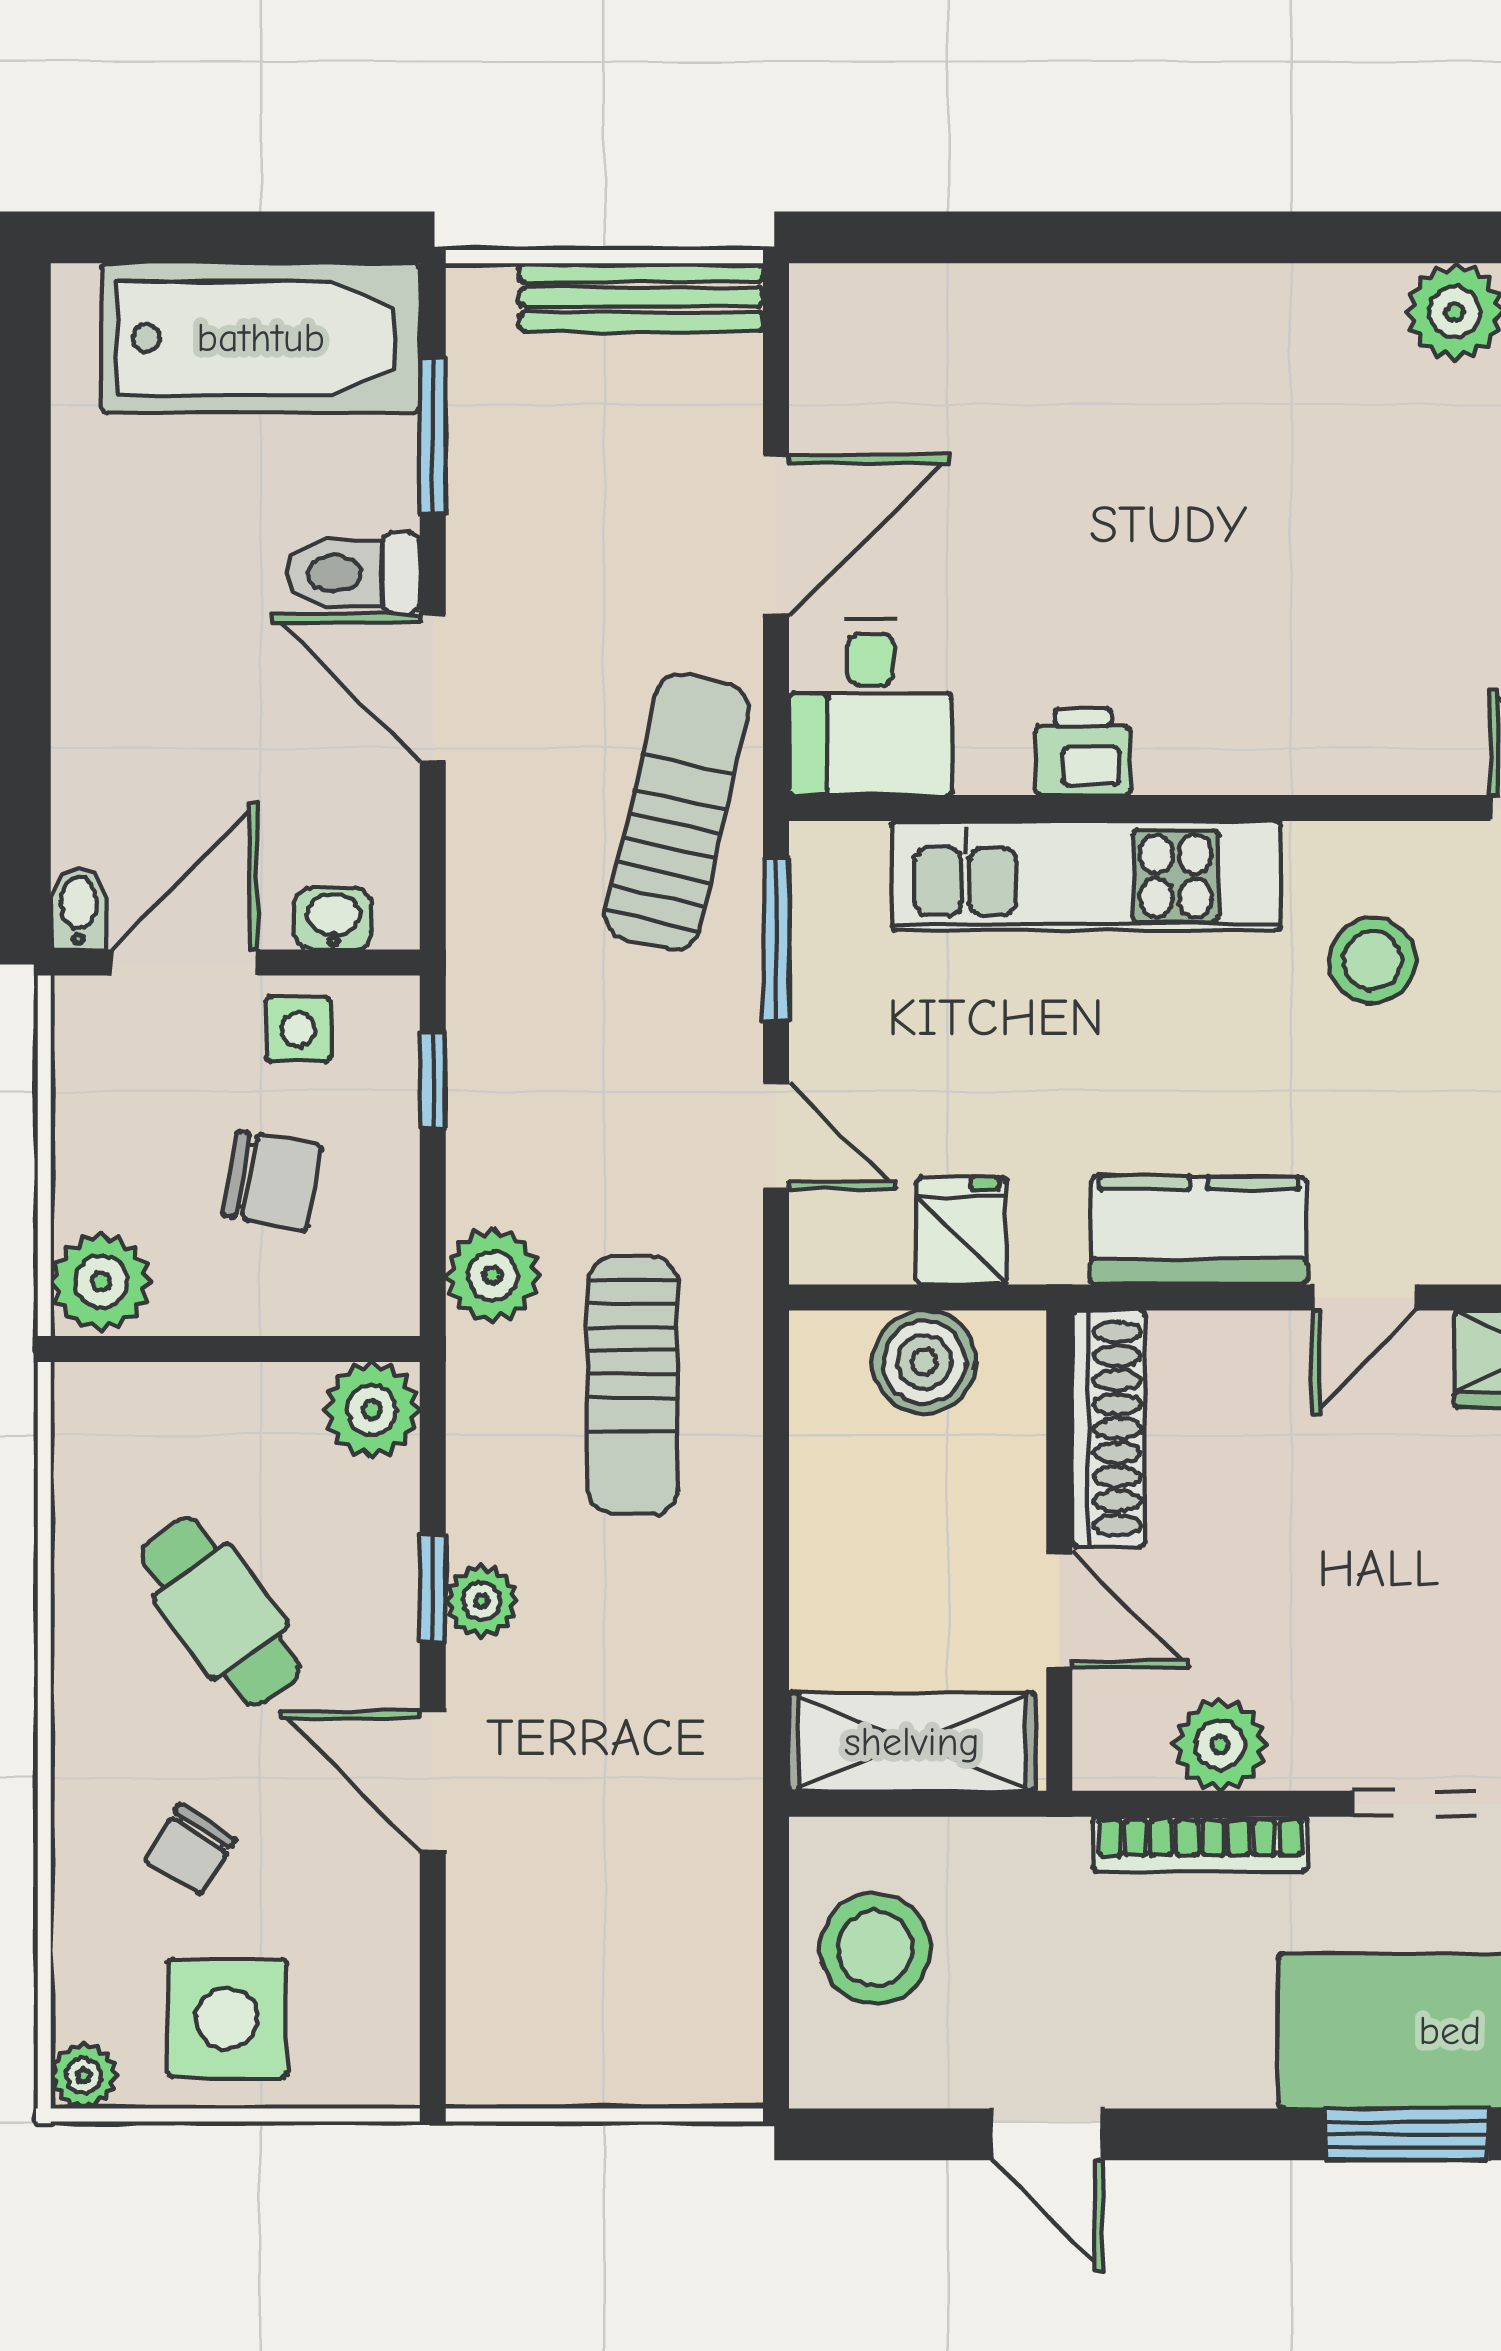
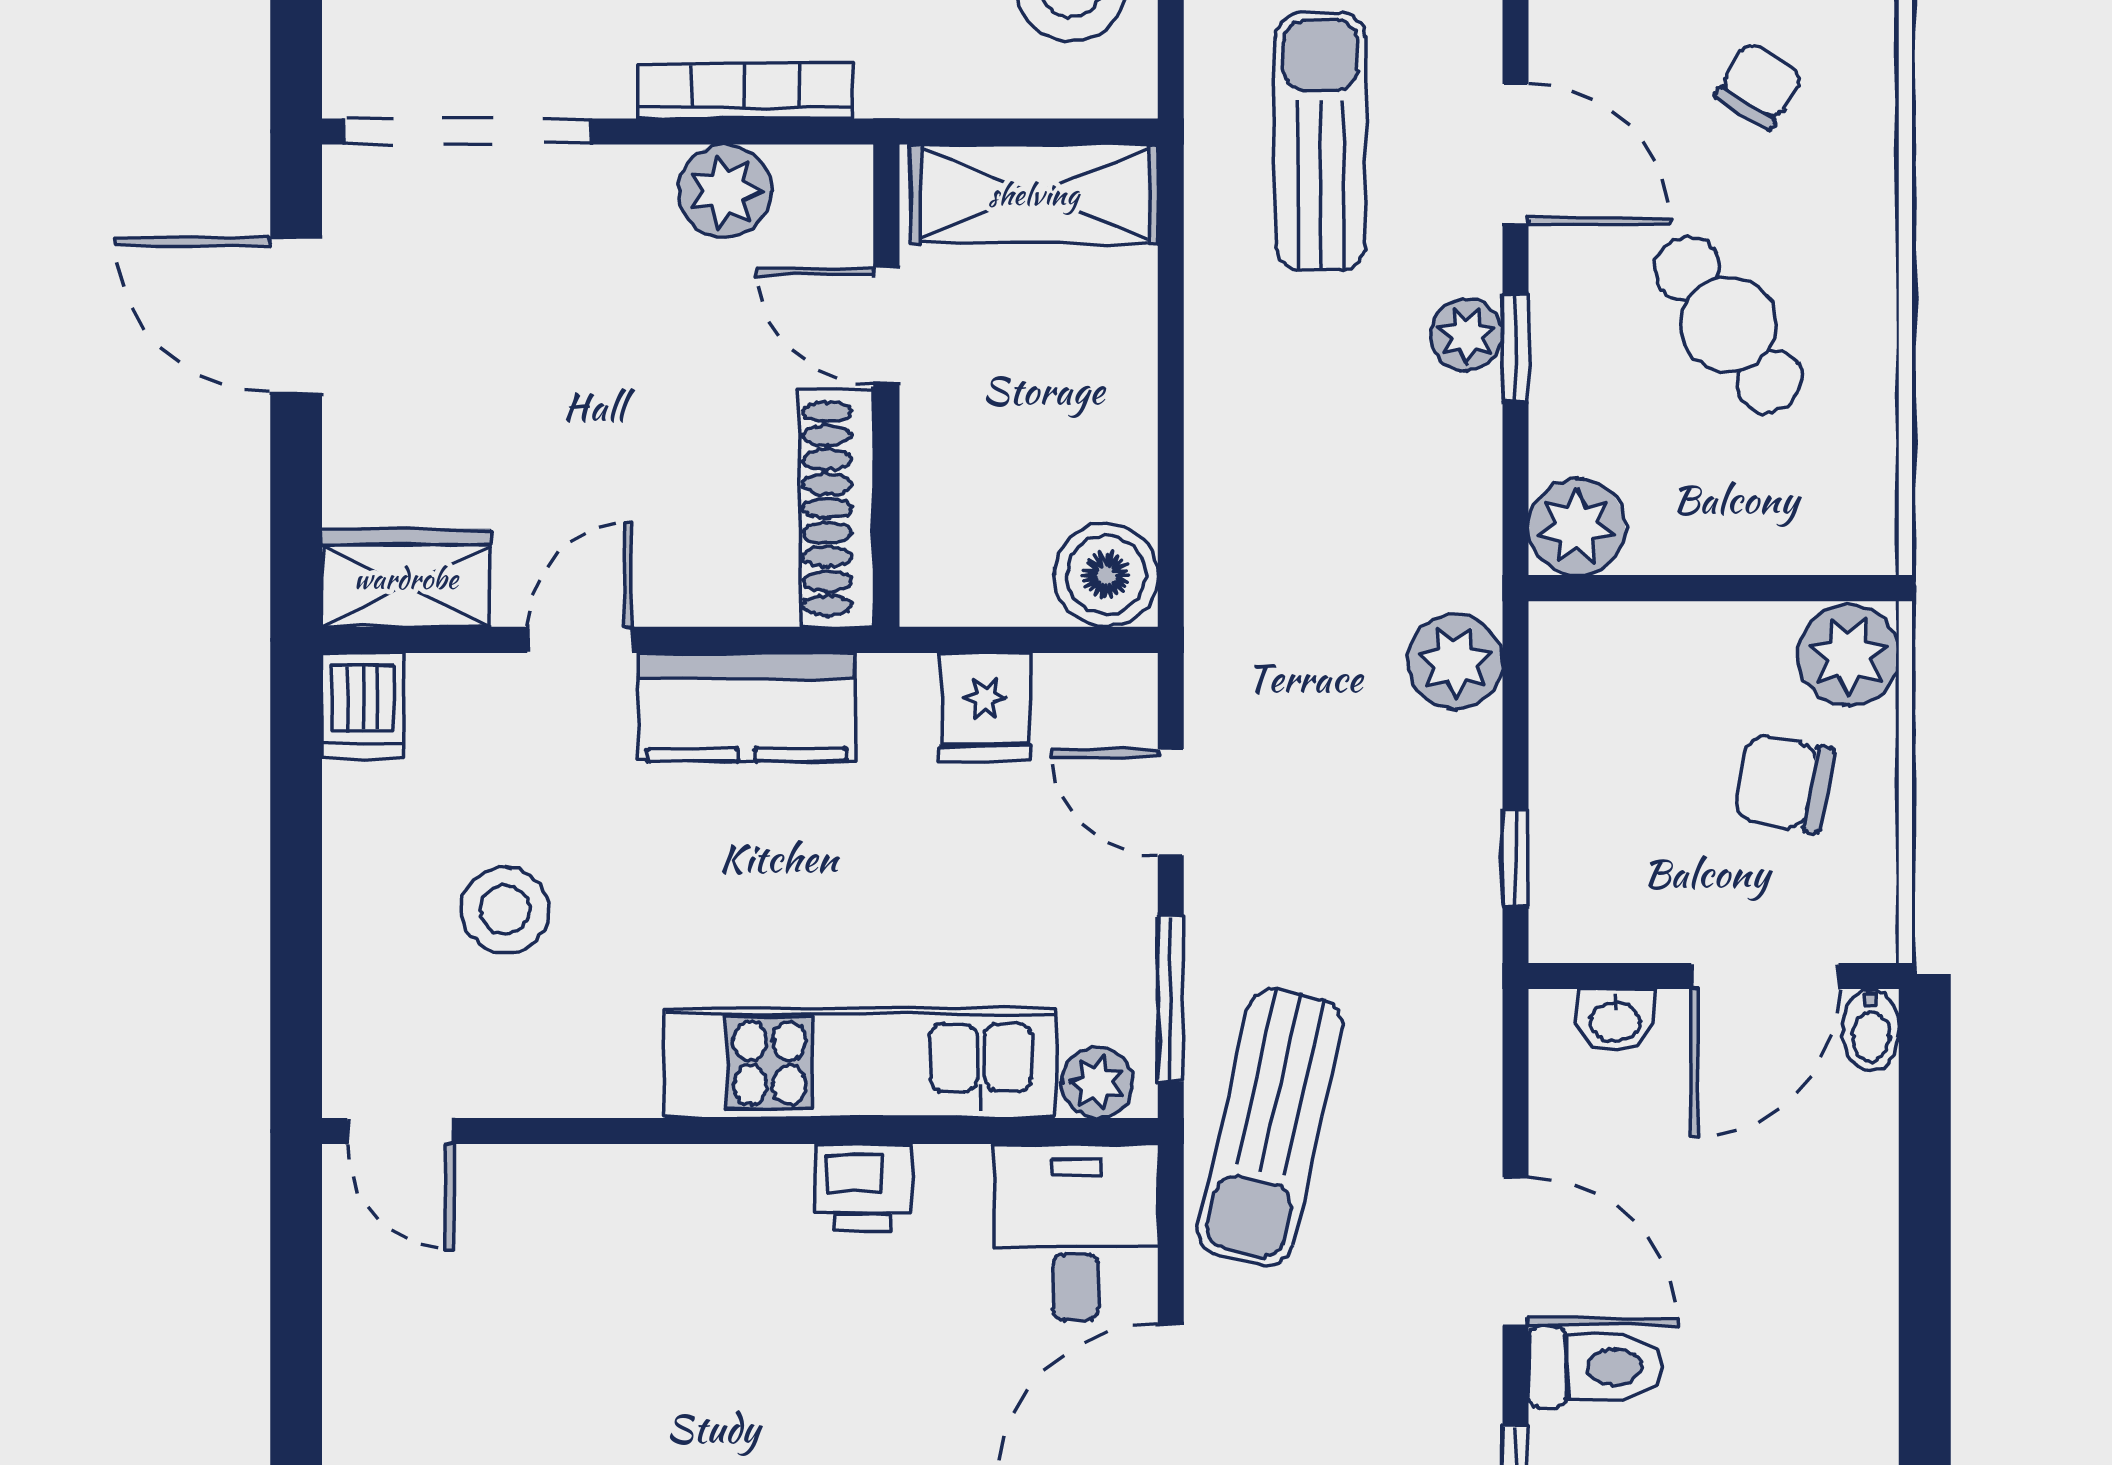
plant: (849, 856) -> (1097, 1083), added
stool: (1372, 961) -> (505, 910), moved
side table: (298, 1029) -> (1651, 909), removed
chair: (272, 1181) -> (1784, 783), moved
boiler: (924, 1362) -> (1106, 575), moved
sun lounger: (633, 1385) -> (1320, 142), moved

